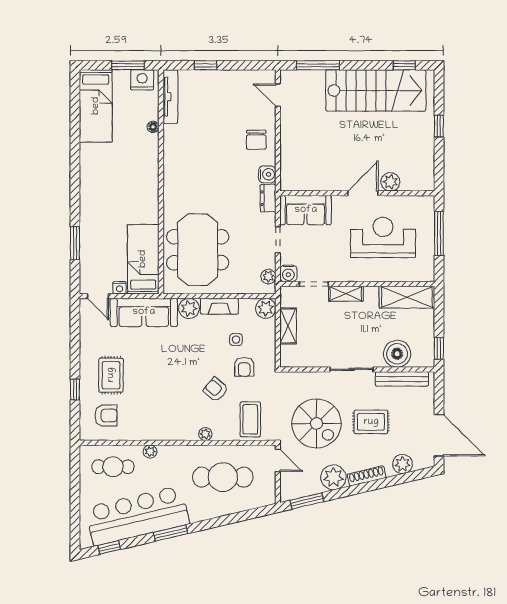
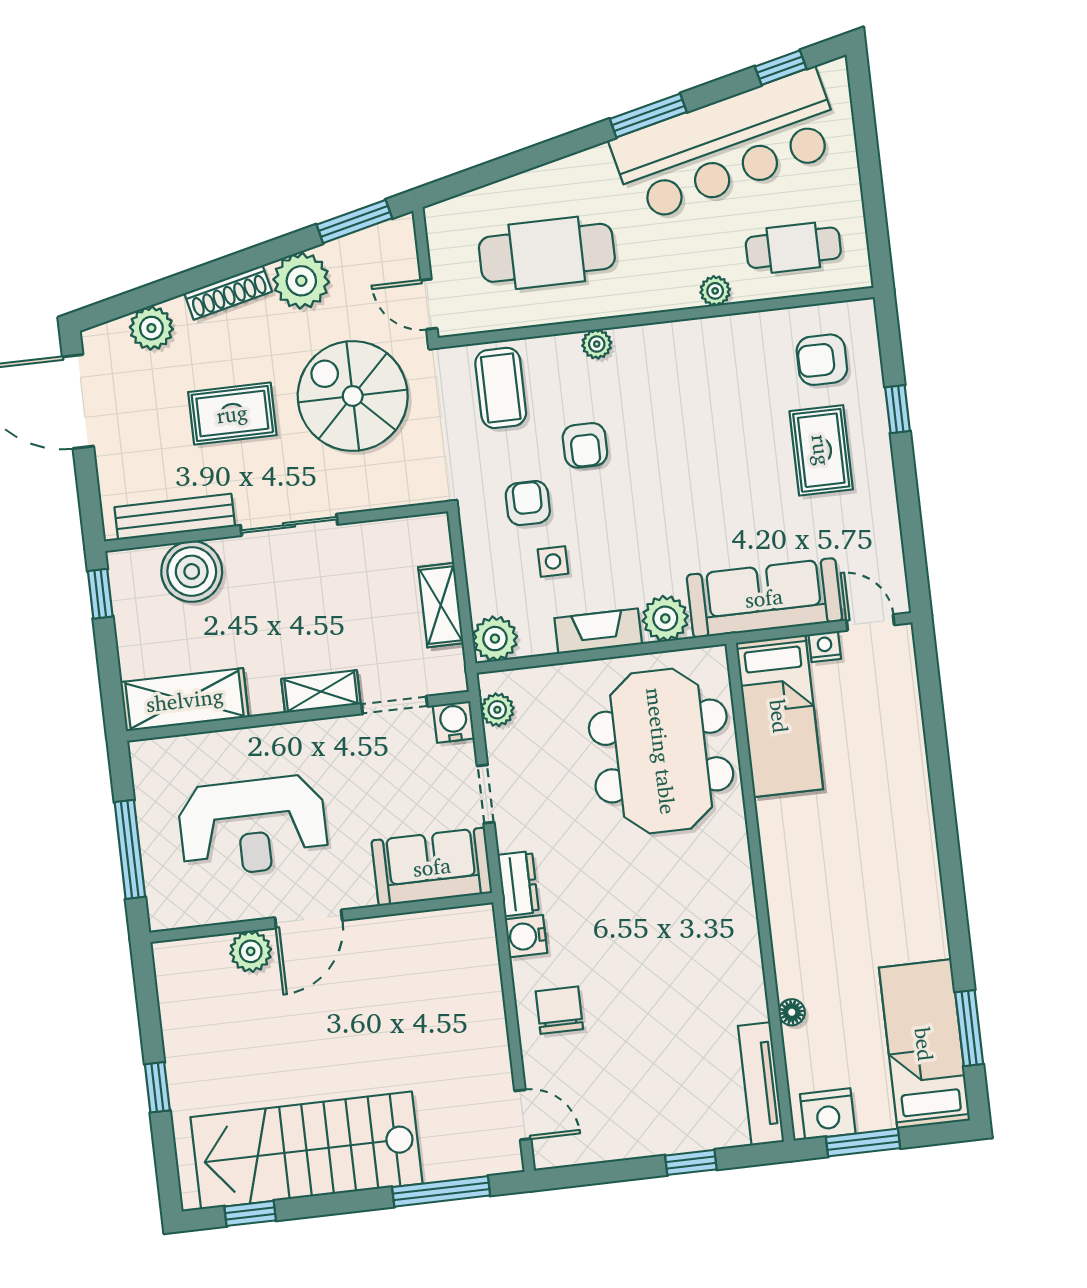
window: (75, 243) -> (969, 1028), moved
armchair: (216, 390) -> (585, 445), turned 50

